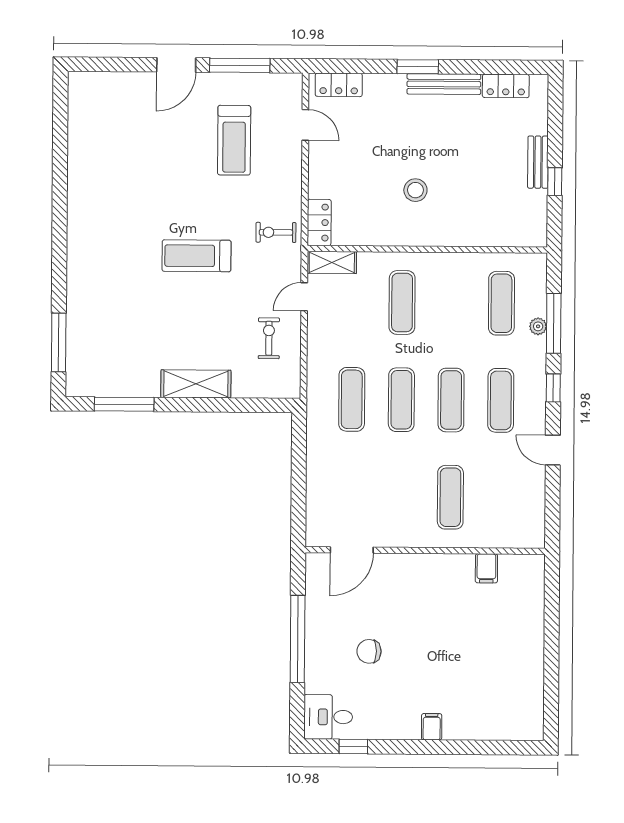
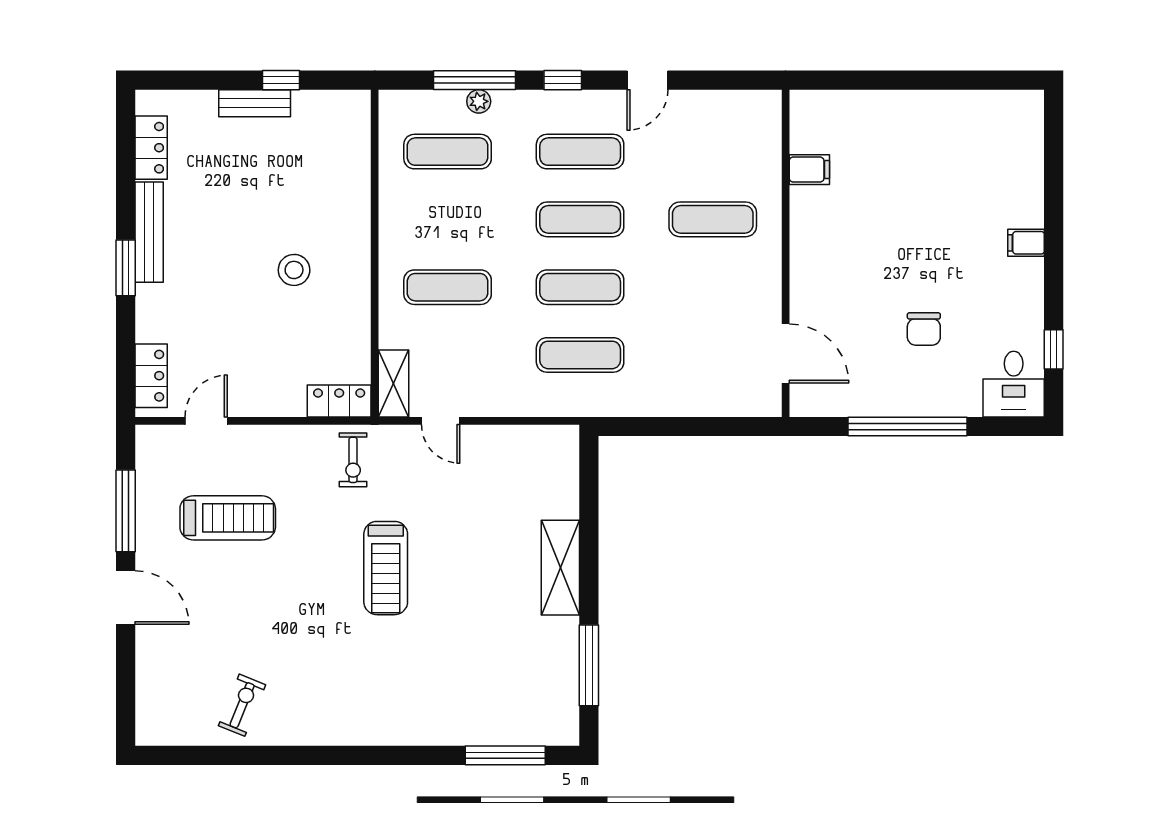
exercise bike: (269, 338) -> (242, 705), moved, turned 112

